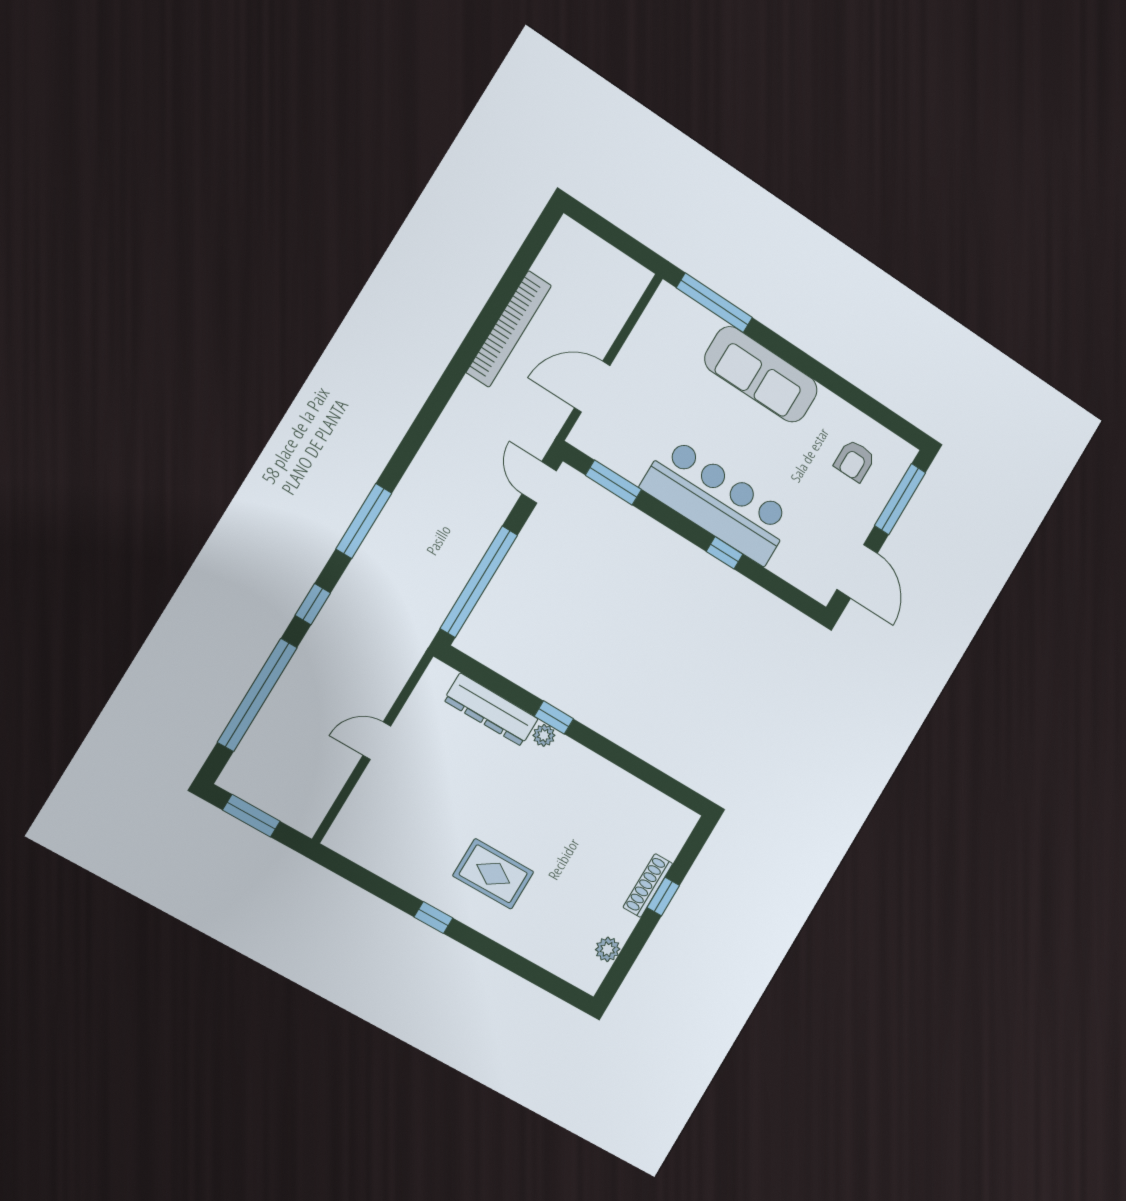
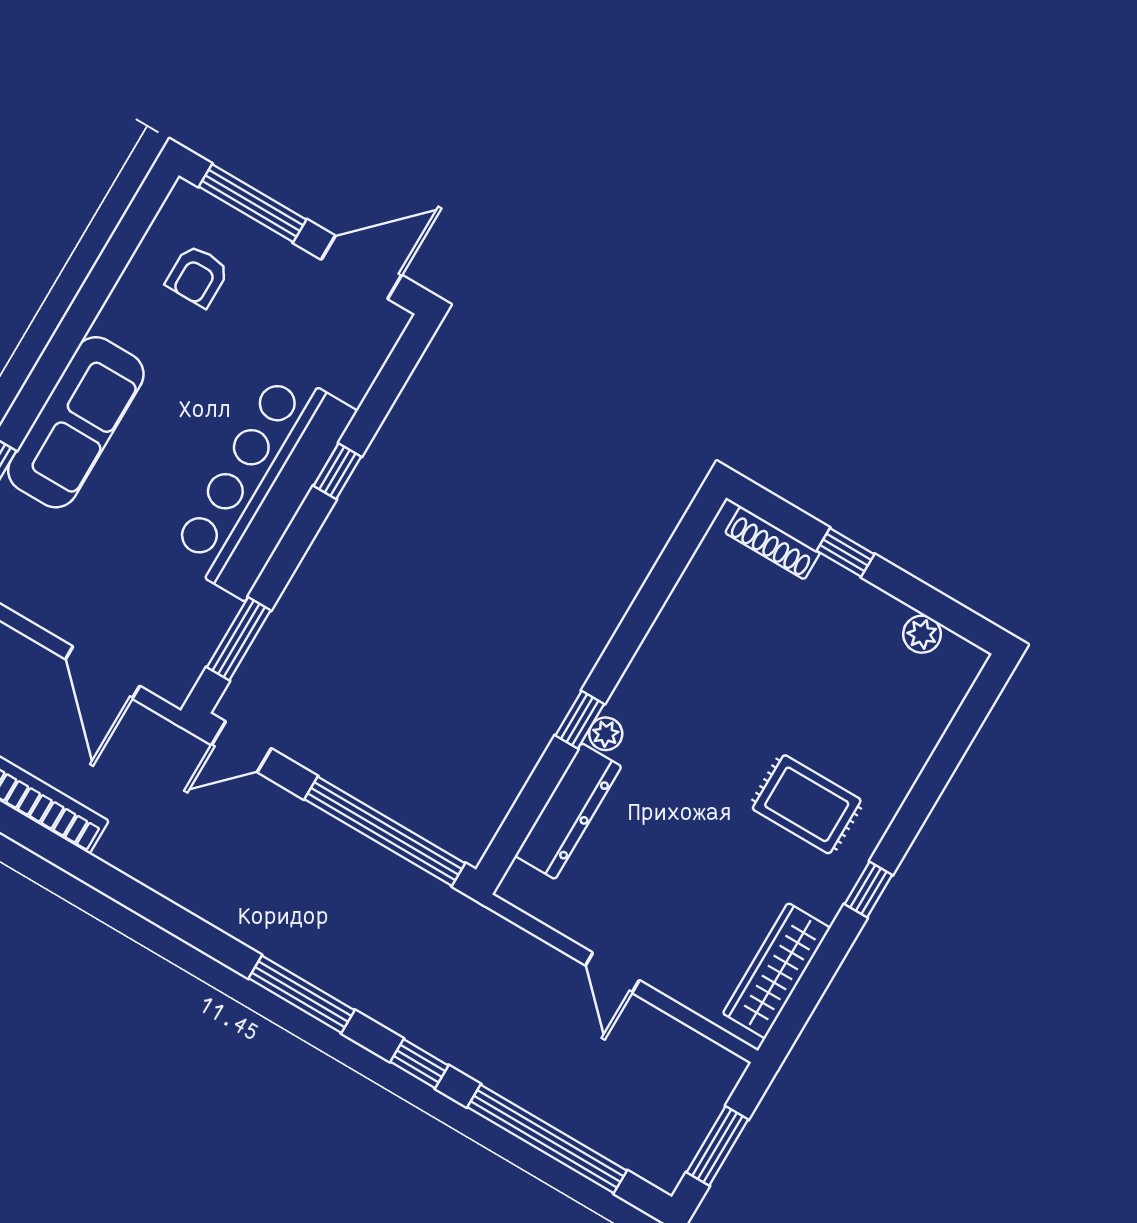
armchair: (855, 461) -> (197, 276), turned 90
wardrobe: (377, 855) -> (777, 971), added
rug: (493, 874) -> (807, 804), turned 90
shoe rack: (648, 886) -> (773, 543), moved

